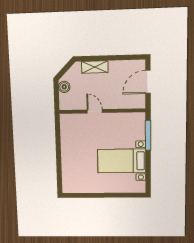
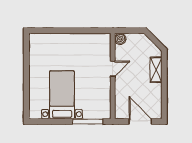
boiler: (64, 87) -> (120, 39), moved

